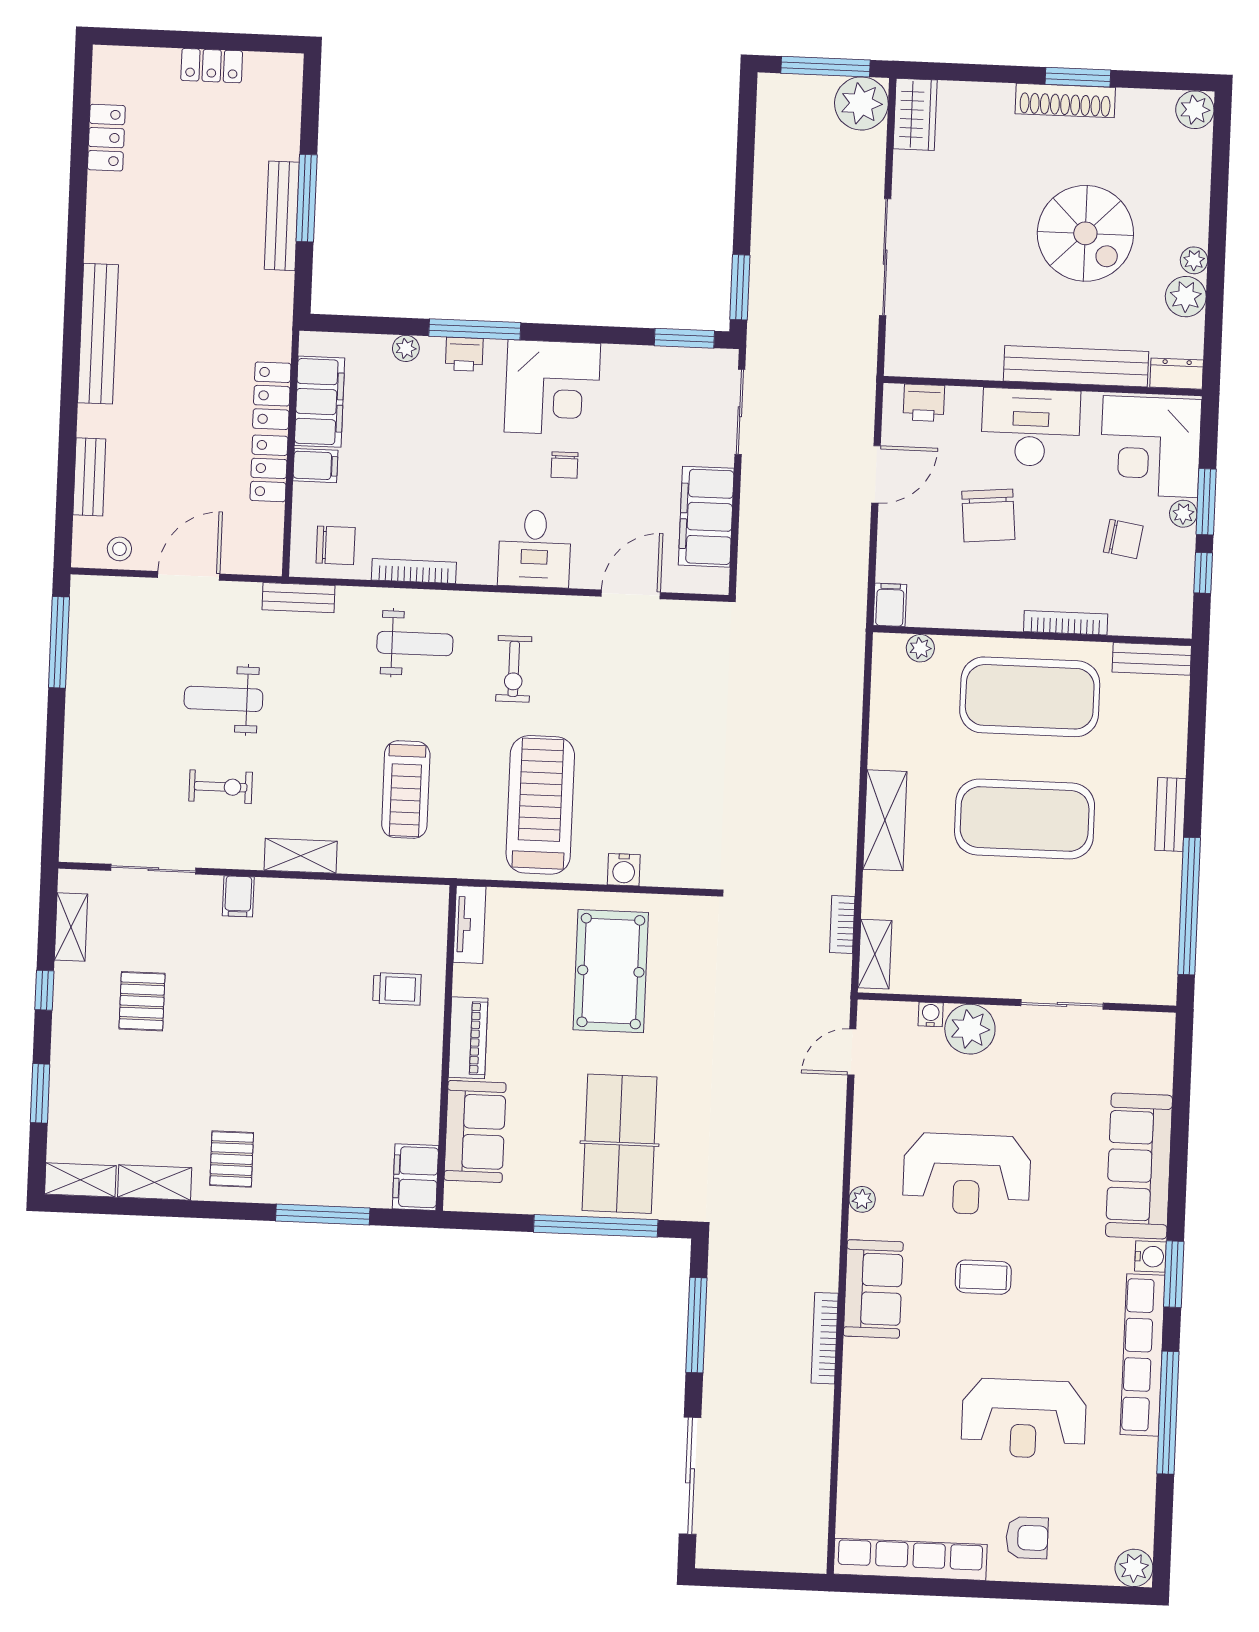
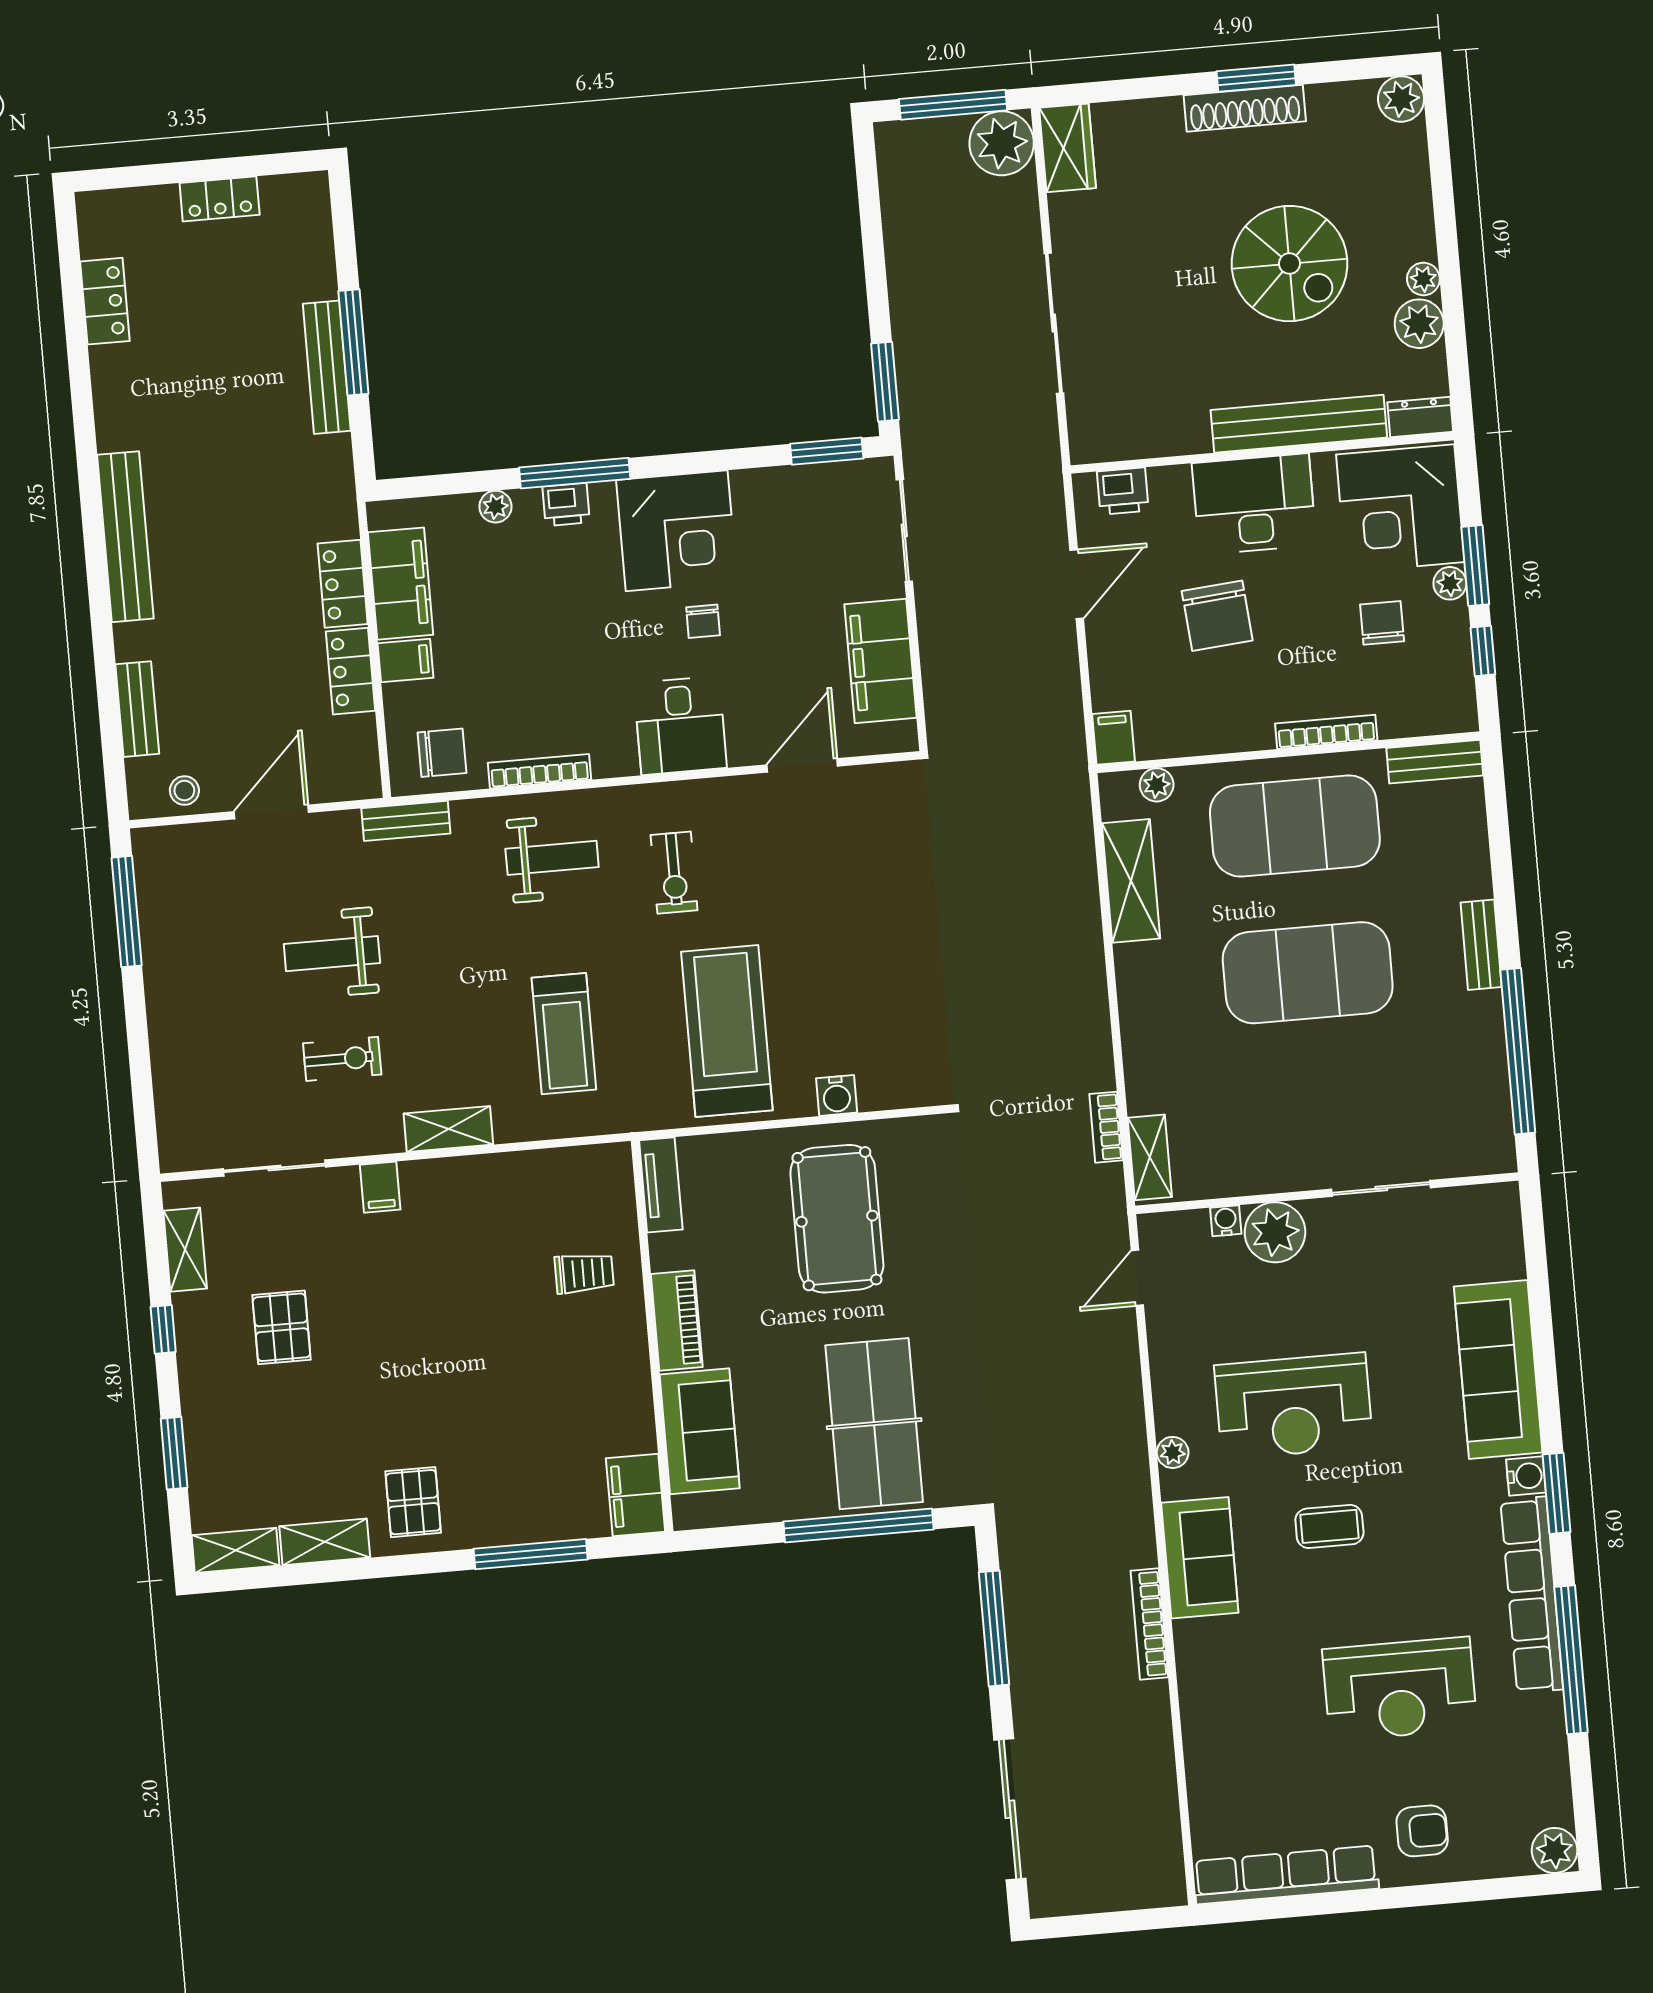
chair: (1123, 539) -> (1382, 623), turned -99
shelving: (885, 820) -> (1131, 881), moved

